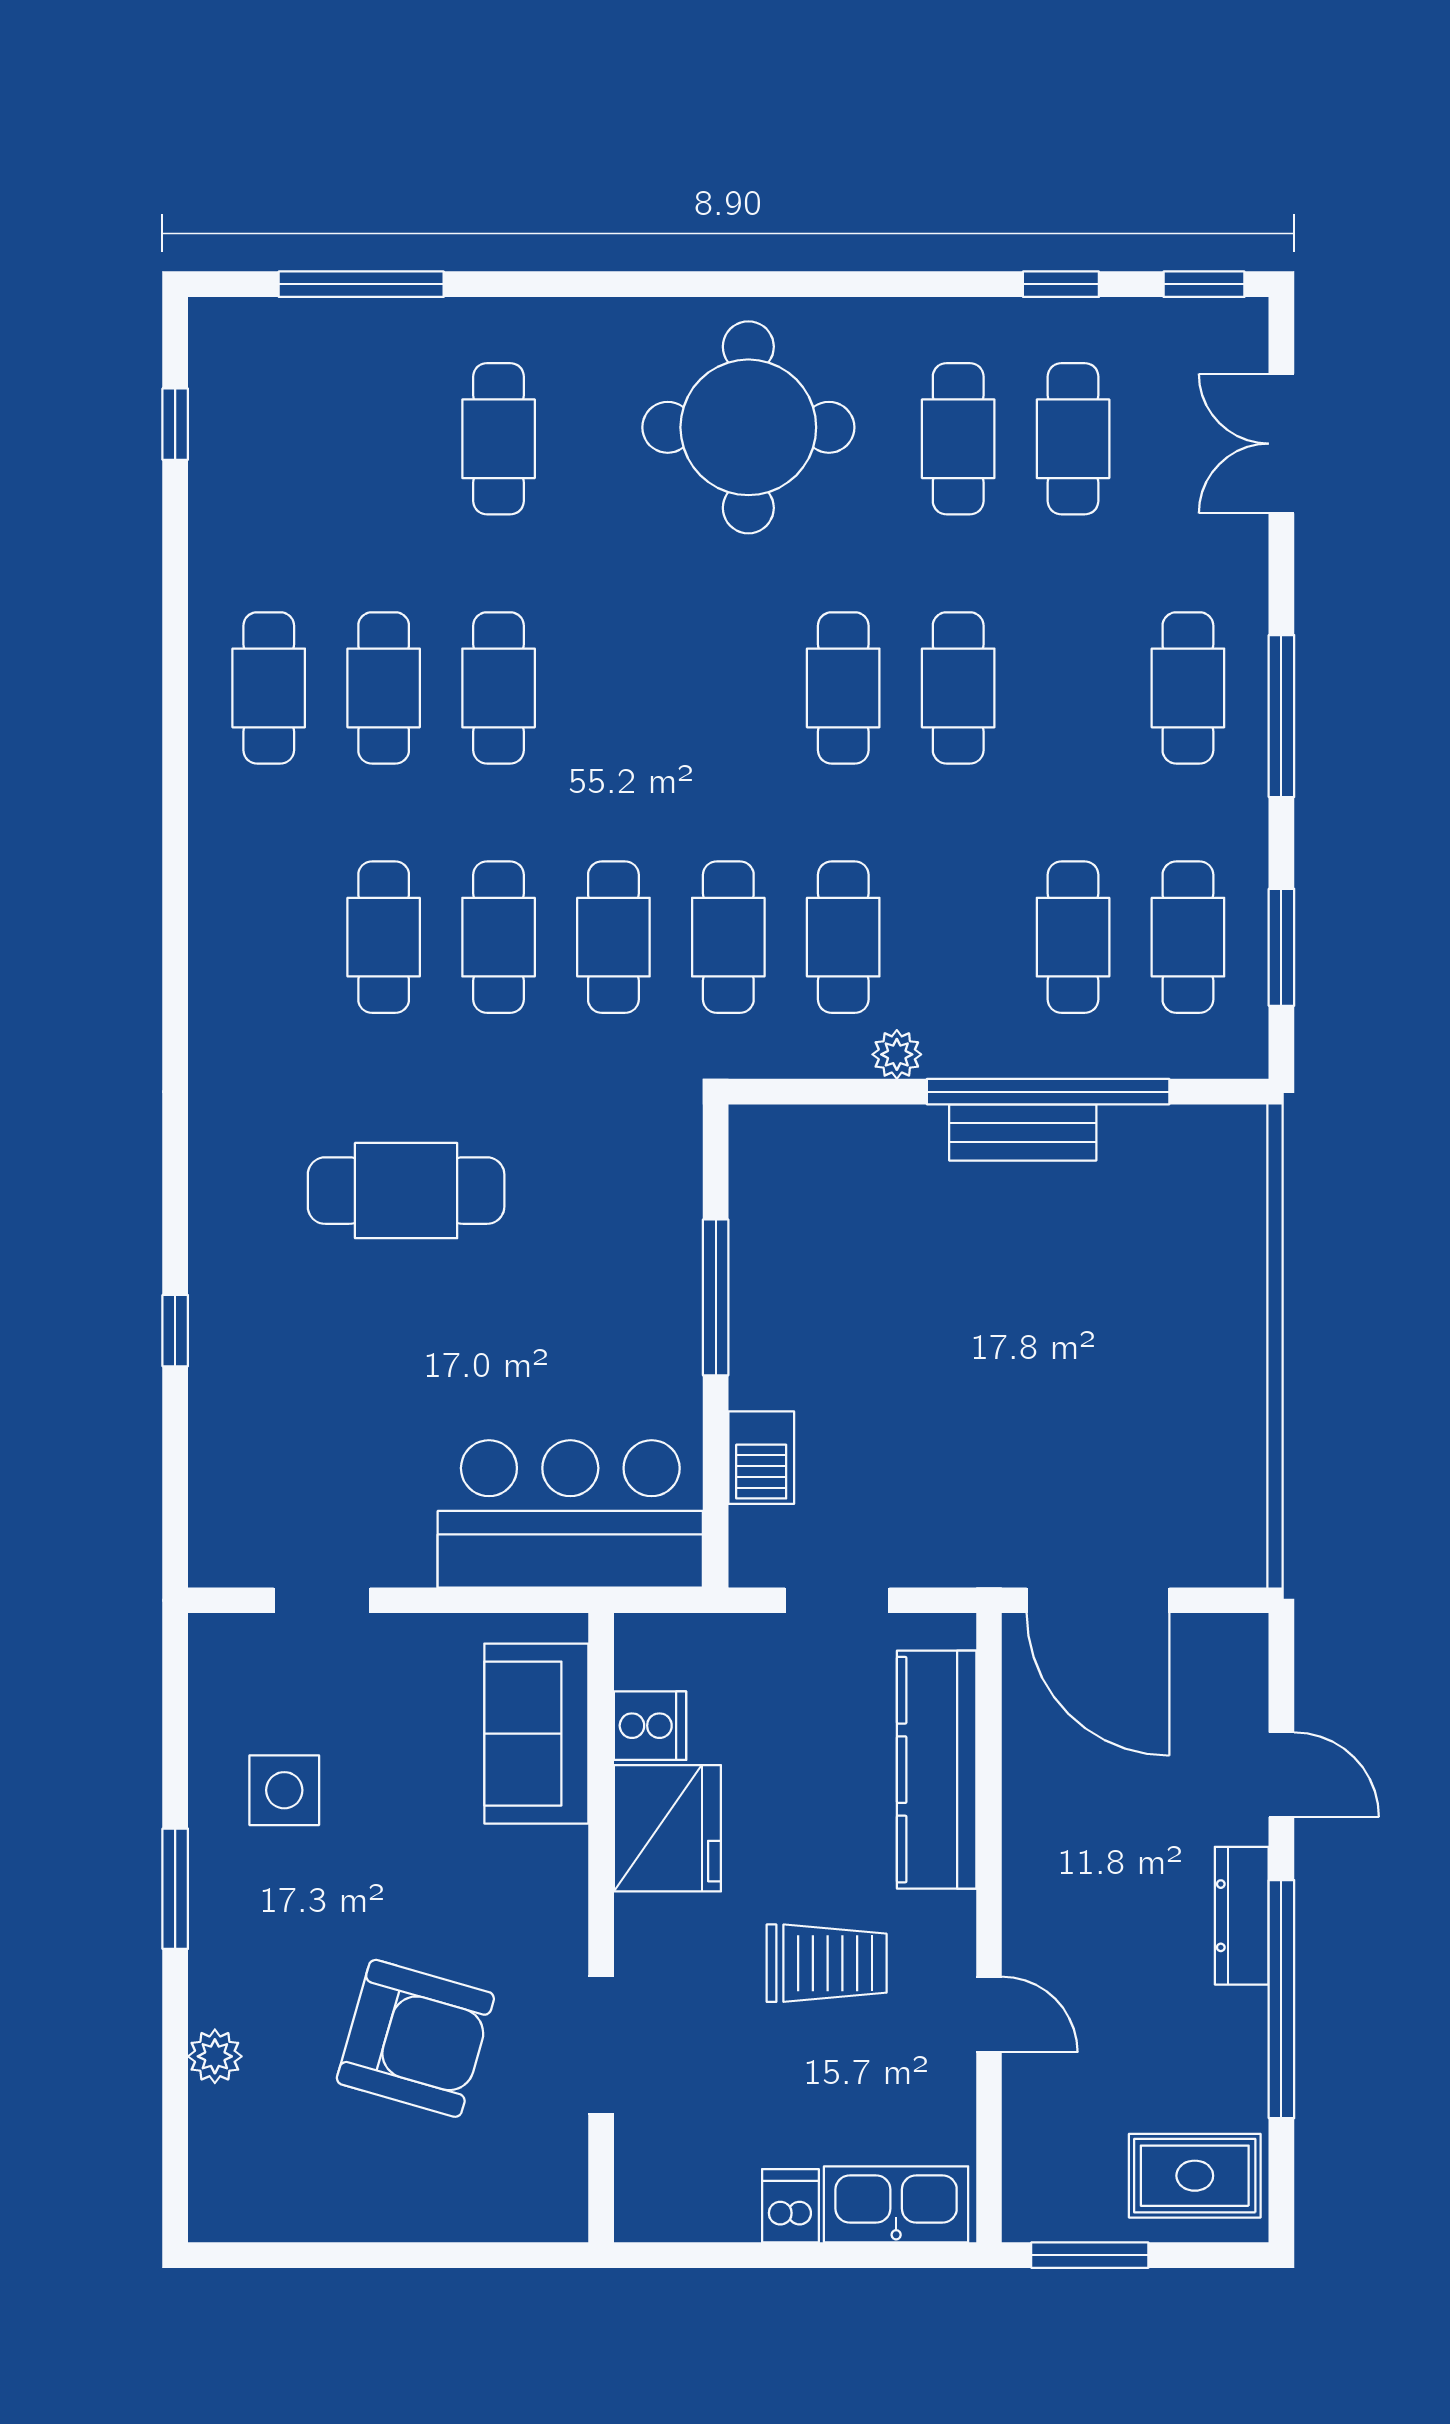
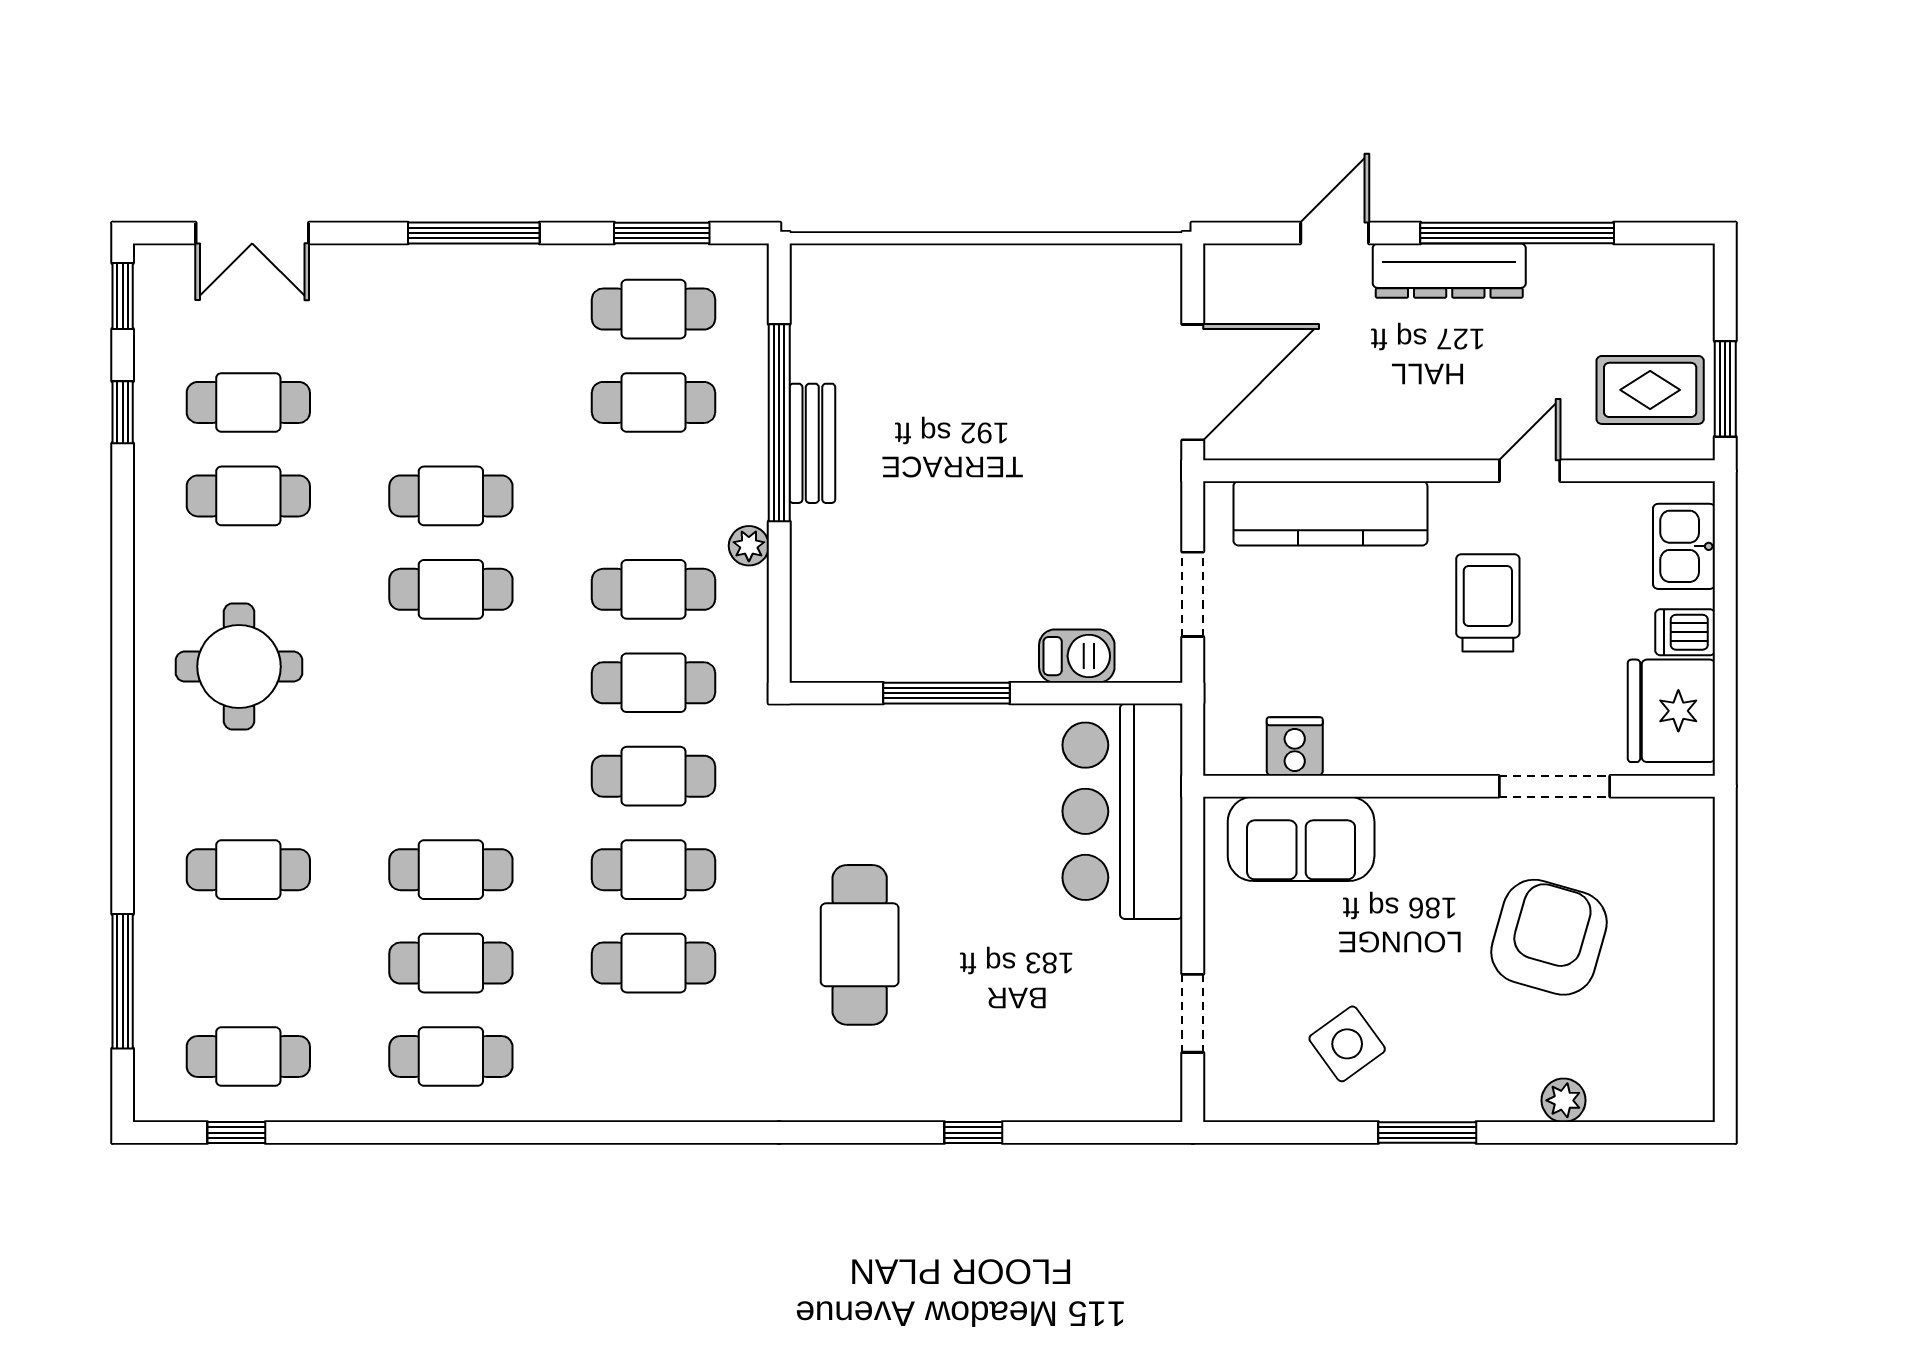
round table: (748, 427) -> (239, 667), width x0.73, depth x0.73
cafe table: (1188, 688) -> (248, 1056), moved
side table: (284, 1790) -> (1347, 1044), turned -36
fridge: (667, 1828) -> (1671, 711), moved, turned -90
dresser: (1242, 1916) -> (1449, 271), width x1.37, depth x1.24
rug: (1195, 2176) -> (1650, 390), moved, turned 90
kitchen sink: (896, 2204) -> (1684, 546), width x0.73

